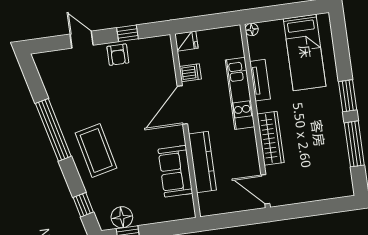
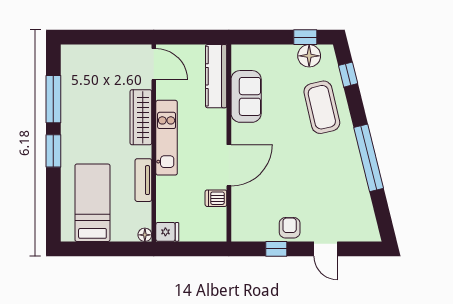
fridge: (186, 41) -> (167, 232), moved, turned 180
kitchen unit: (240, 93) -> (167, 138), moved
coffee table: (96, 150) -> (322, 107), moved
kitchen counter: (202, 162) -> (216, 76), moved

